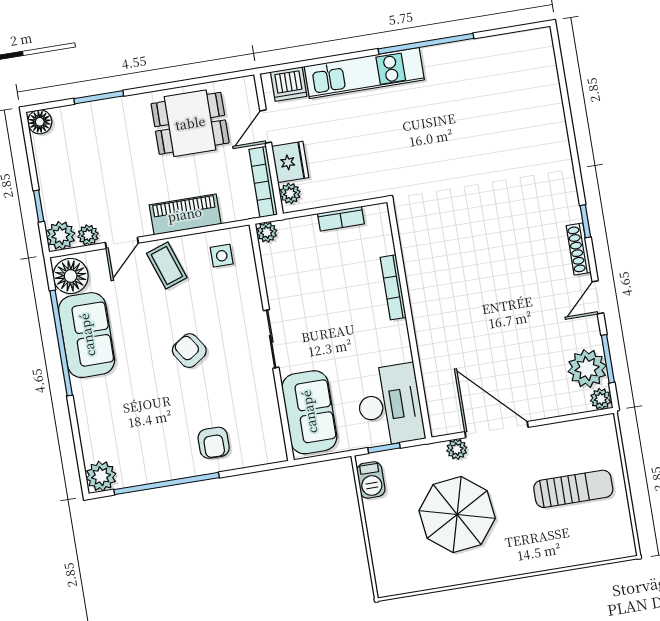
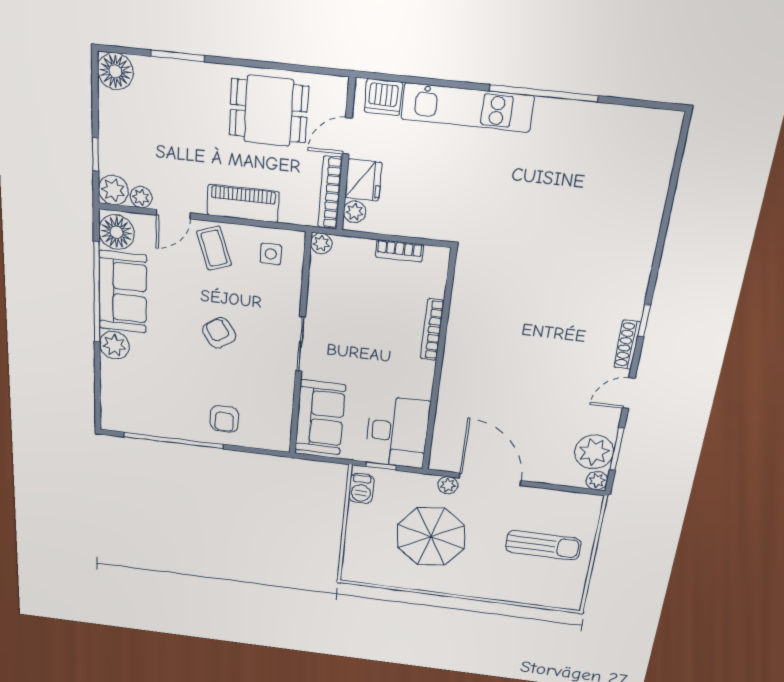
floor lamp: (40, 122) -> (115, 71), width x1.38, depth x1.38
plant: (101, 476) -> (114, 345), moved

